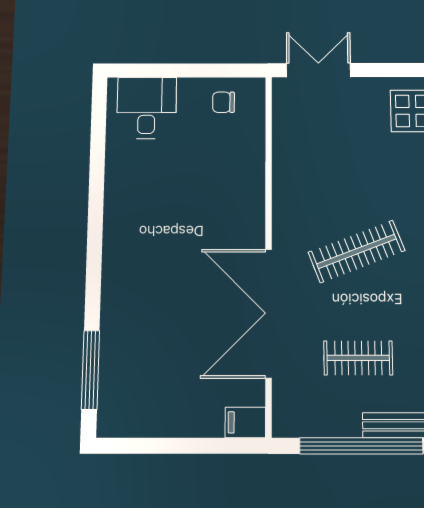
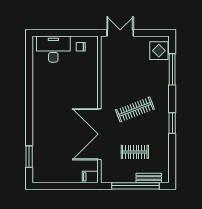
desk: (147, 108) -> (53, 49), width x1.37
window: (90, 370) -> (29, 157), width x0.69

